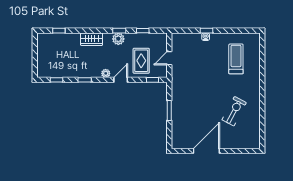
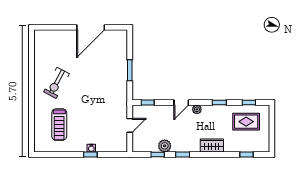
plant: (118, 39) -> (165, 146), moved
rug: (141, 61) -> (246, 122), moved, turned 90
exercise bike: (234, 111) -> (56, 83), moved

